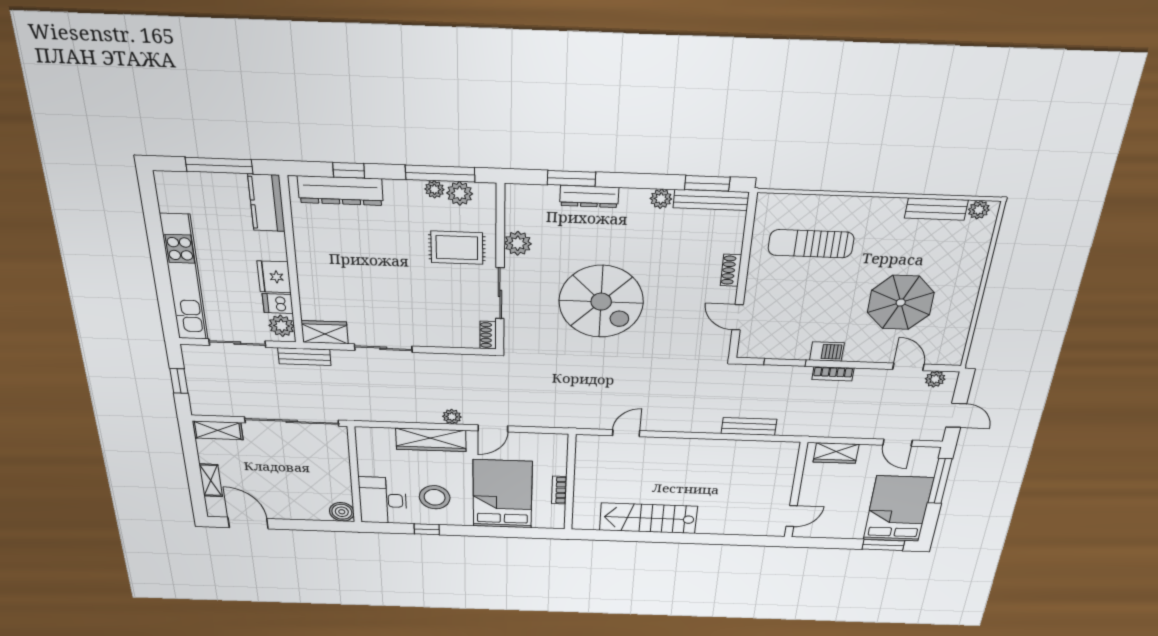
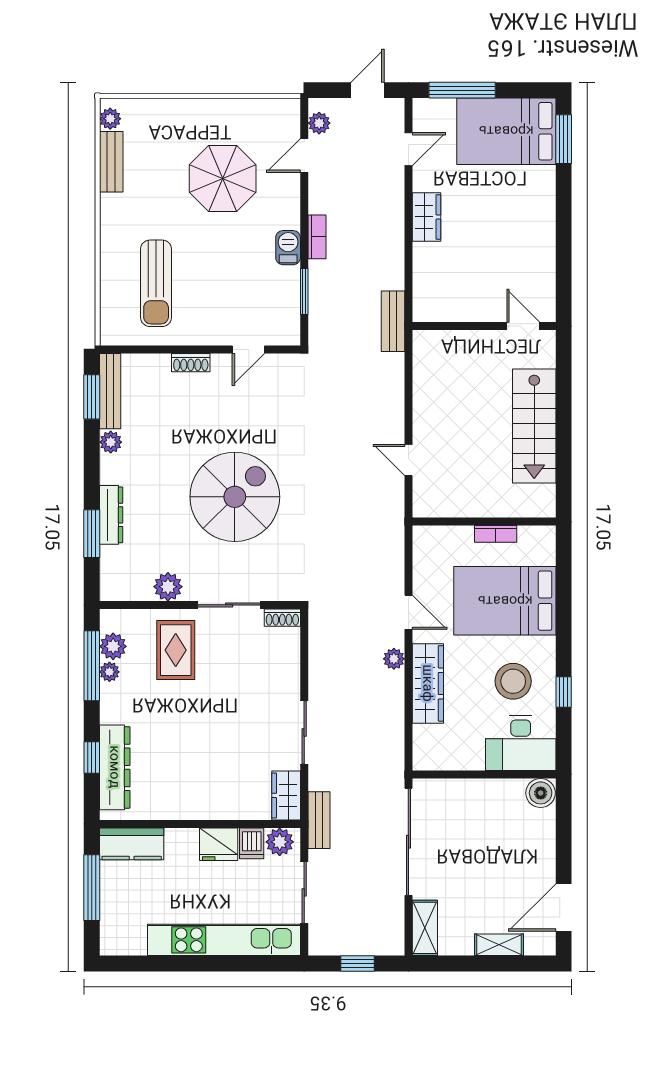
wall: (796, 491) -> (484, 326), moved
door: (792, 516) -> (523, 326), moved

